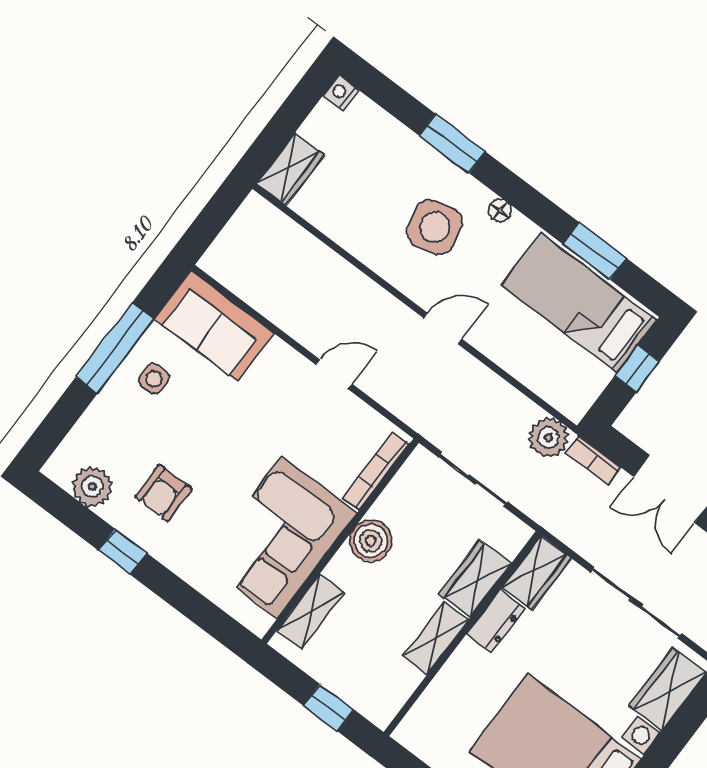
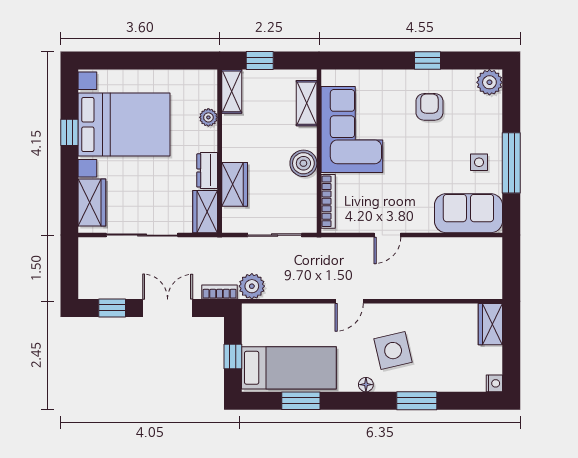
plant: (92, 487) -> (489, 82), moved
shelving: (436, 638) -> (232, 91), moved
plant: (445, 685) -> (208, 117), added

